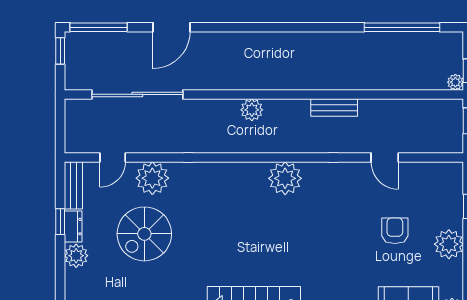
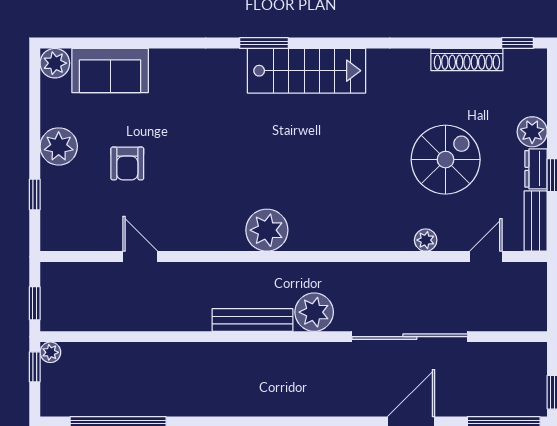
sliding door: (137, 94) -> (410, 337), moved
bench: (334, 108) -> (252, 320), moved, width x1.36
plant: (252, 110) -> (314, 312), width x1.36, depth x1.36
plant: (152, 178) -> (426, 240), width x0.53, depth x0.53

